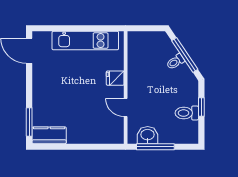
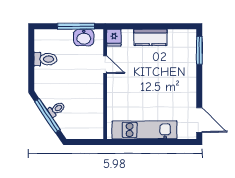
fridge: (115, 78) -> (114, 38), moved, turned 90
window: (201, 107) -> (31, 65), removed
kitchen counter: (49, 135) -> (150, 37), moved

